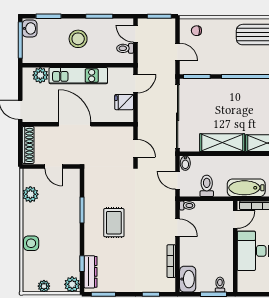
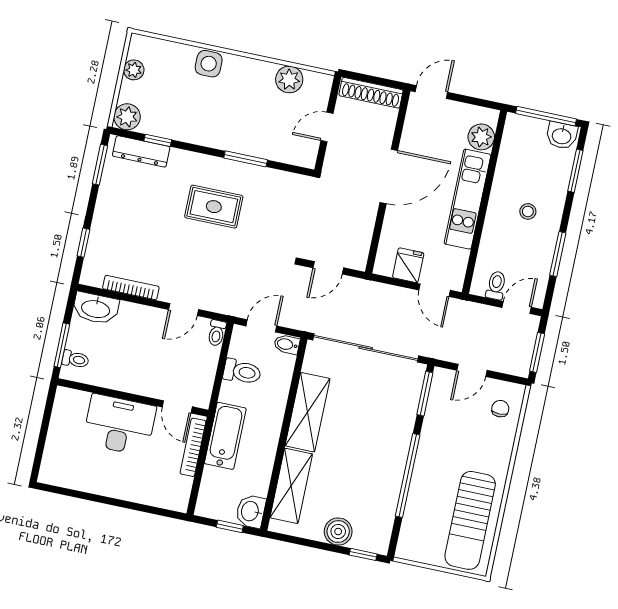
stool: (78, 39) -> (528, 211), width x0.53, depth x0.53

